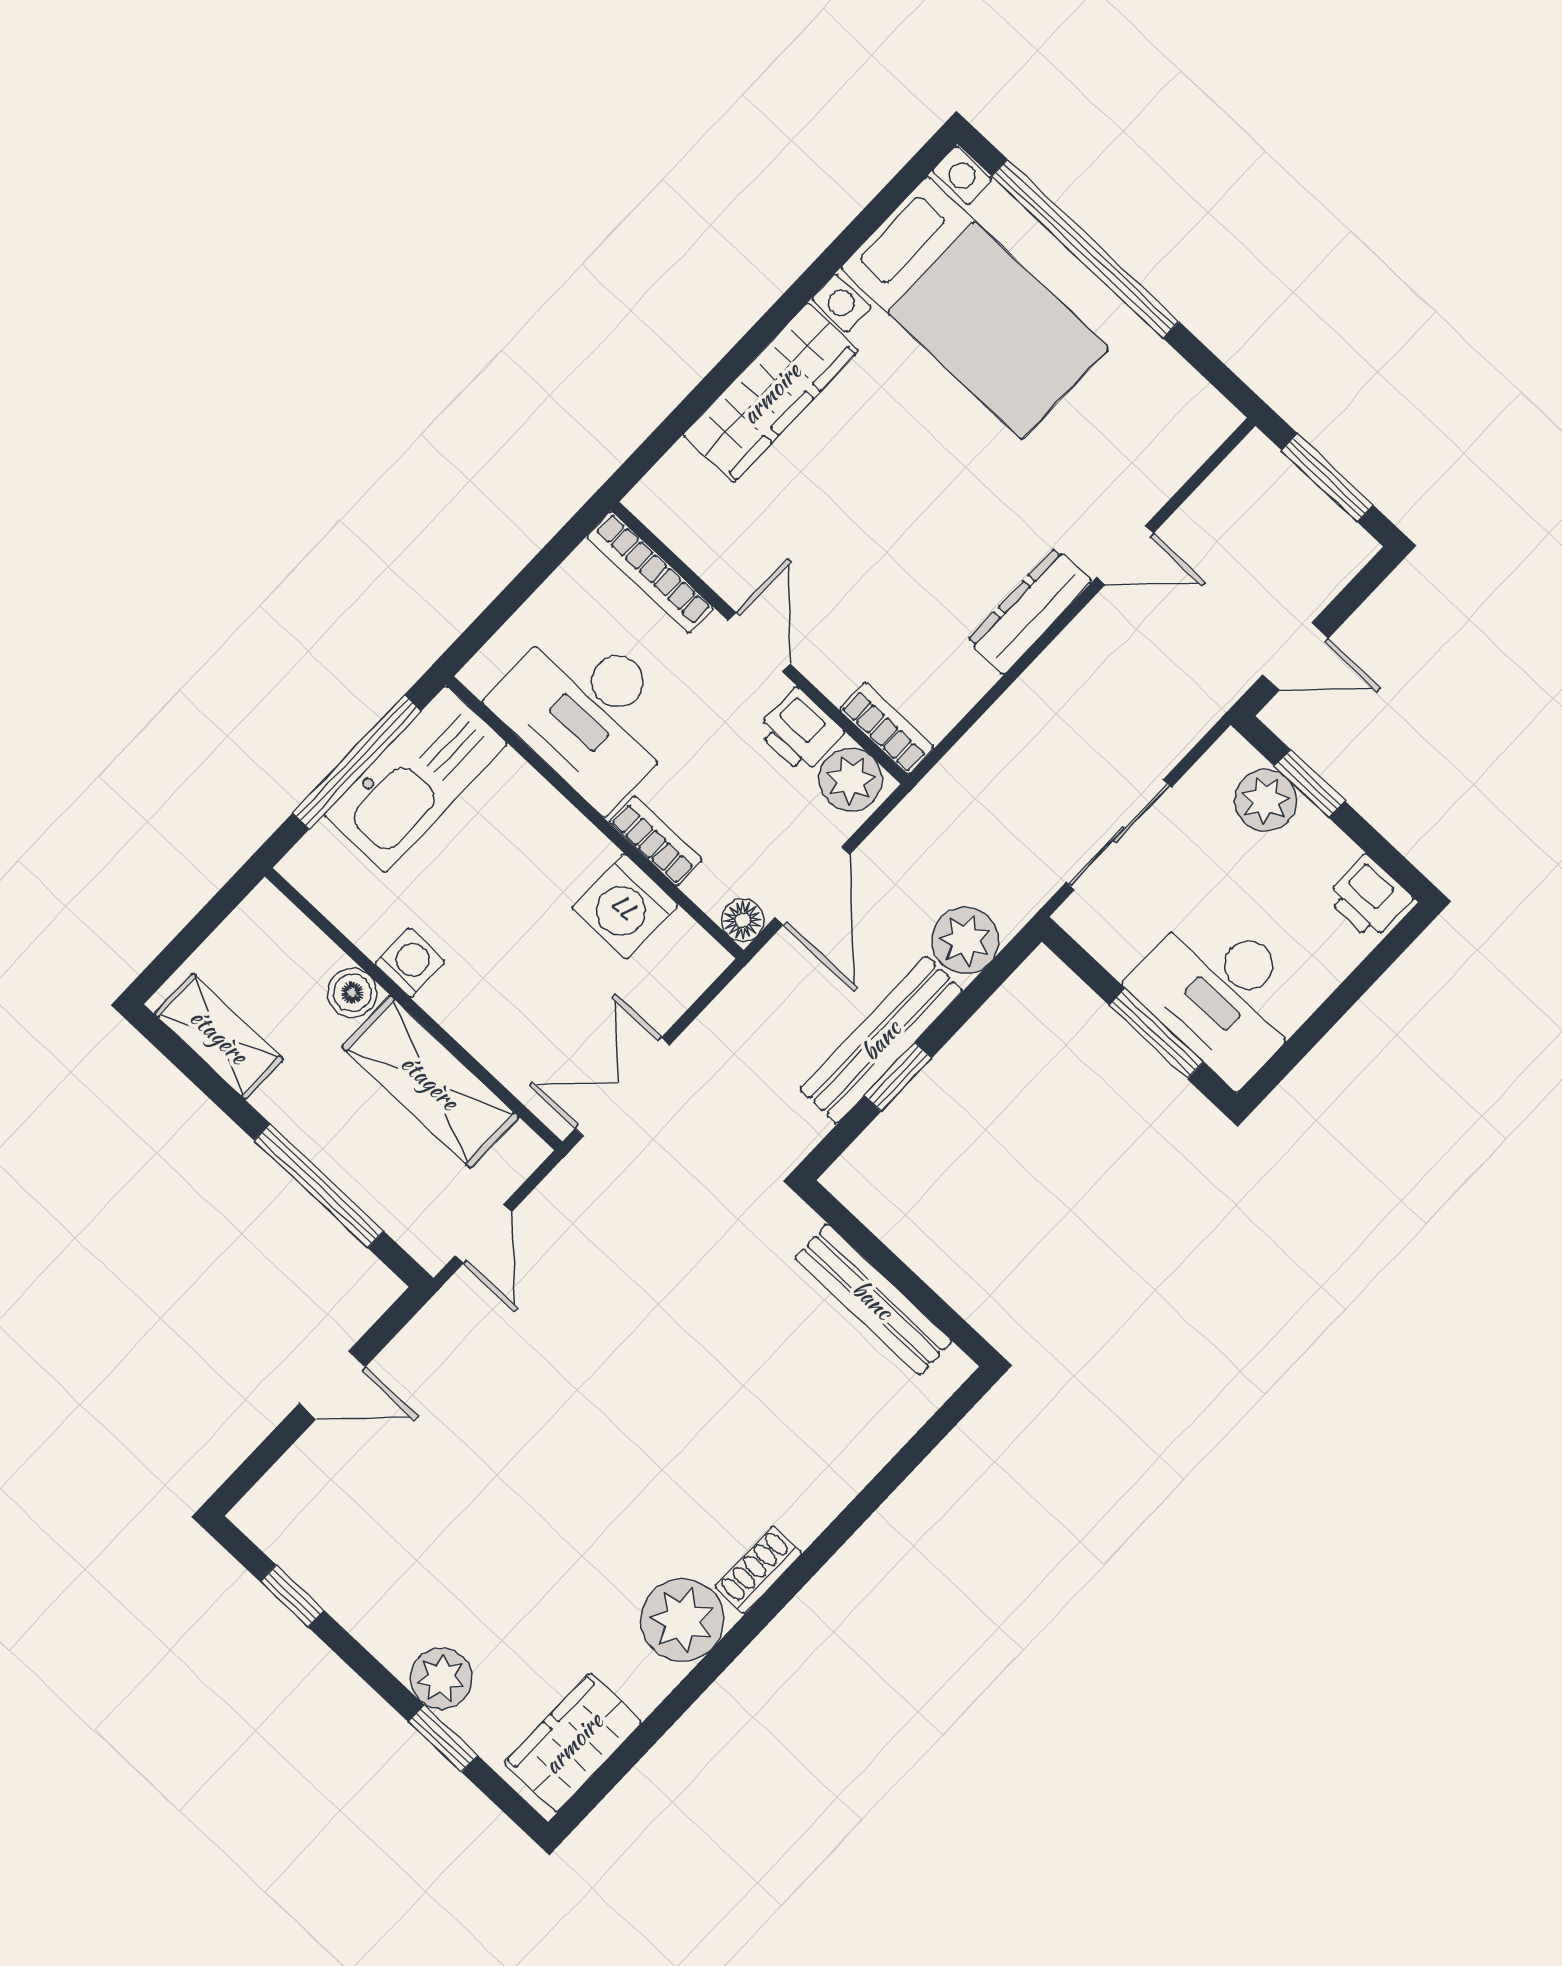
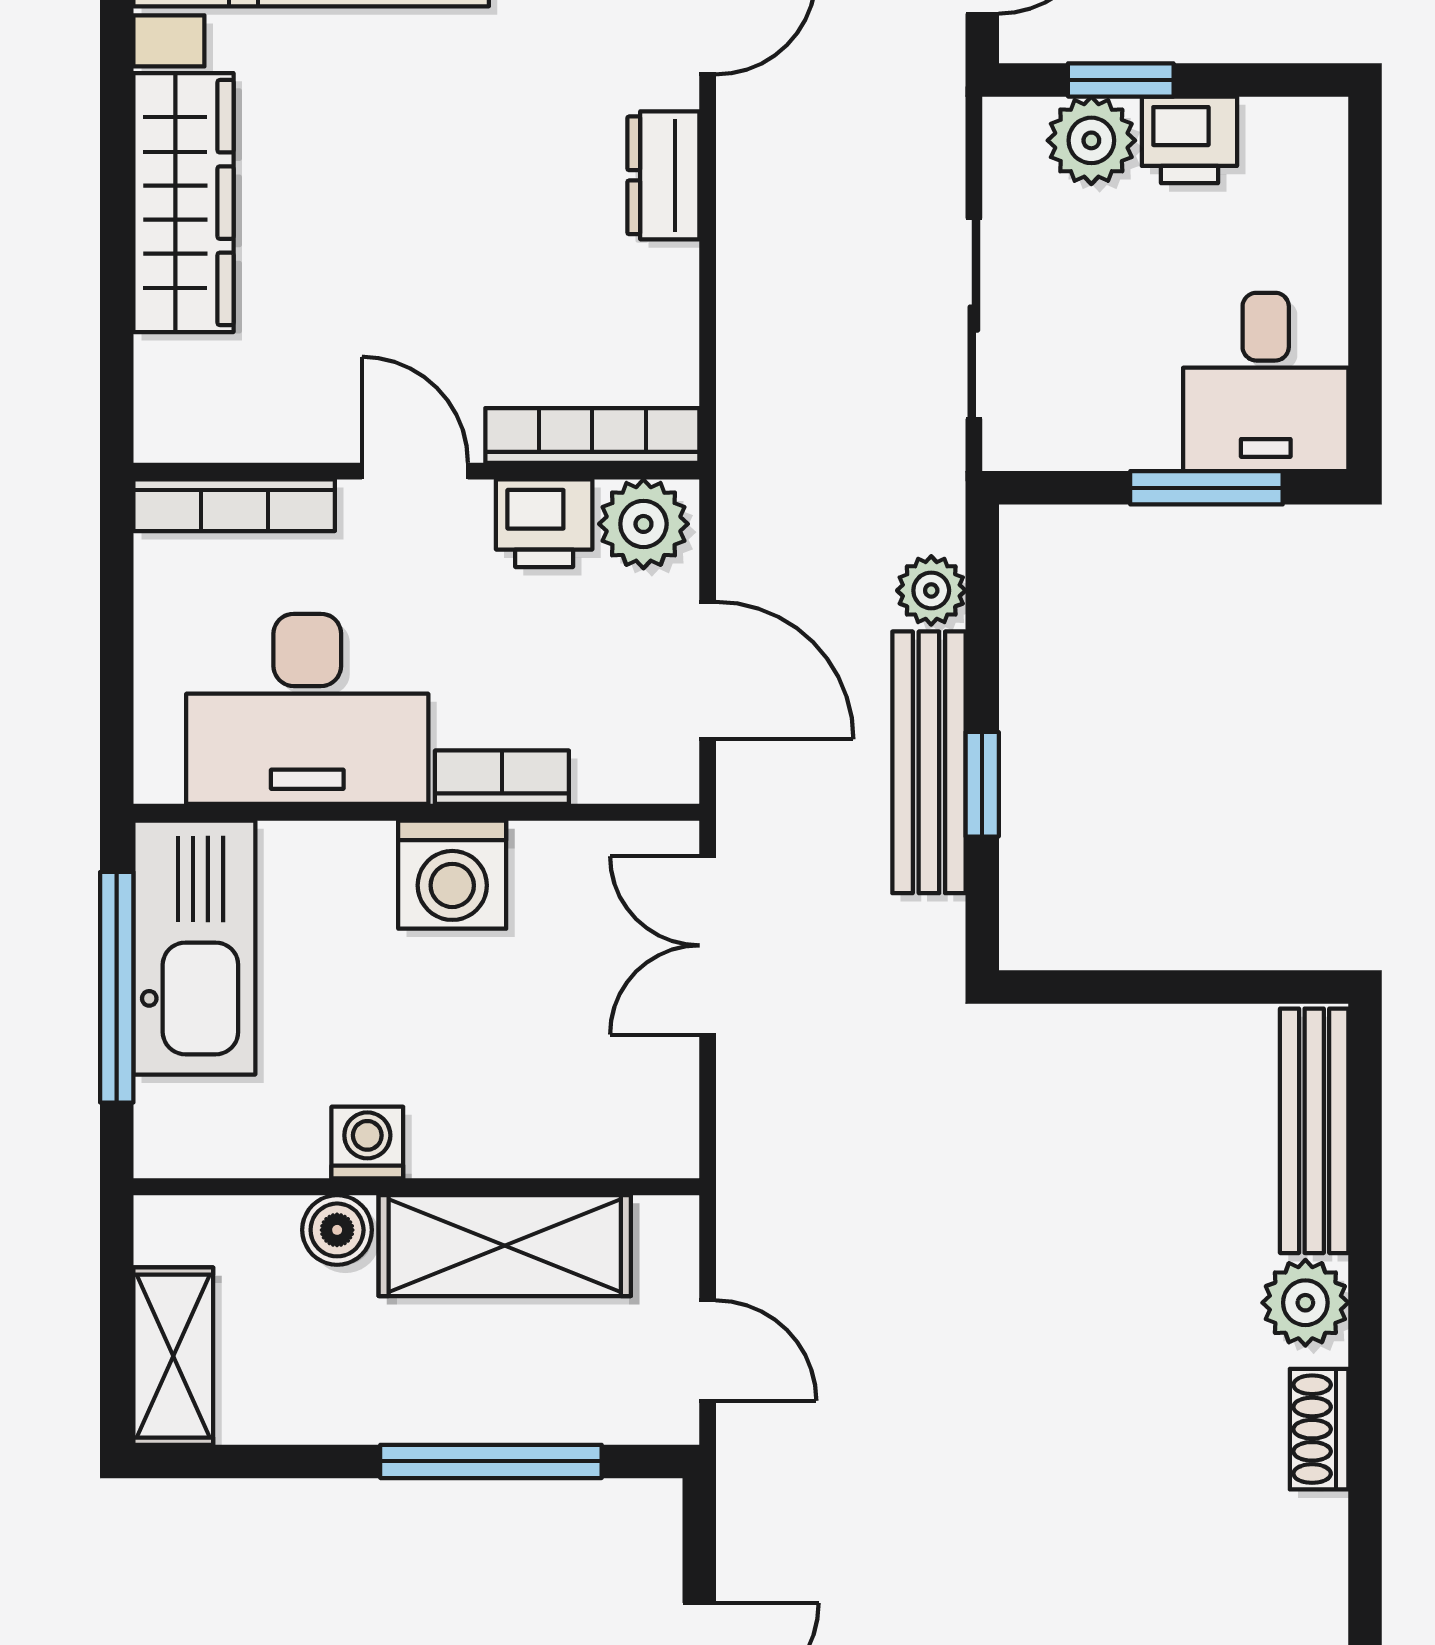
dresser: (1029, 611) -> (663, 175), width x0.70
bookcase: (887, 728) -> (592, 435), width x1.56
printer: (1369, 898) -> (1189, 140), moved
washing machine: (625, 906) -> (452, 875), moved
floor lamp: (743, 920) -> (669, 774), removed
plant: (965, 940) -> (931, 590), width x0.73, depth x0.73
desk: (1222, 993) -> (1266, 382), width x0.73
shelving: (219, 1036) -> (173, 1356), moved, turned 90
double door: (622, 1087) -> (708, 945), moved
bench: (873, 1300) -> (1314, 1131), moved, turned 90
plant: (682, 1620) -> (1305, 1303), moved, width x0.73, depth x0.73

